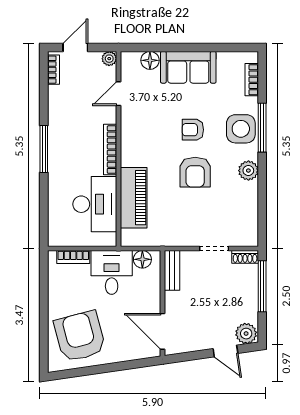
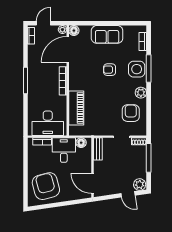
floor lamp: (150, 60) -> (74, 31), moved
door: (118, 94) -> (68, 49), width x1.88
armchair: (195, 172) -> (131, 113), moved, turned 180
desk: (95, 204) -> (48, 123), moved, turned 90

